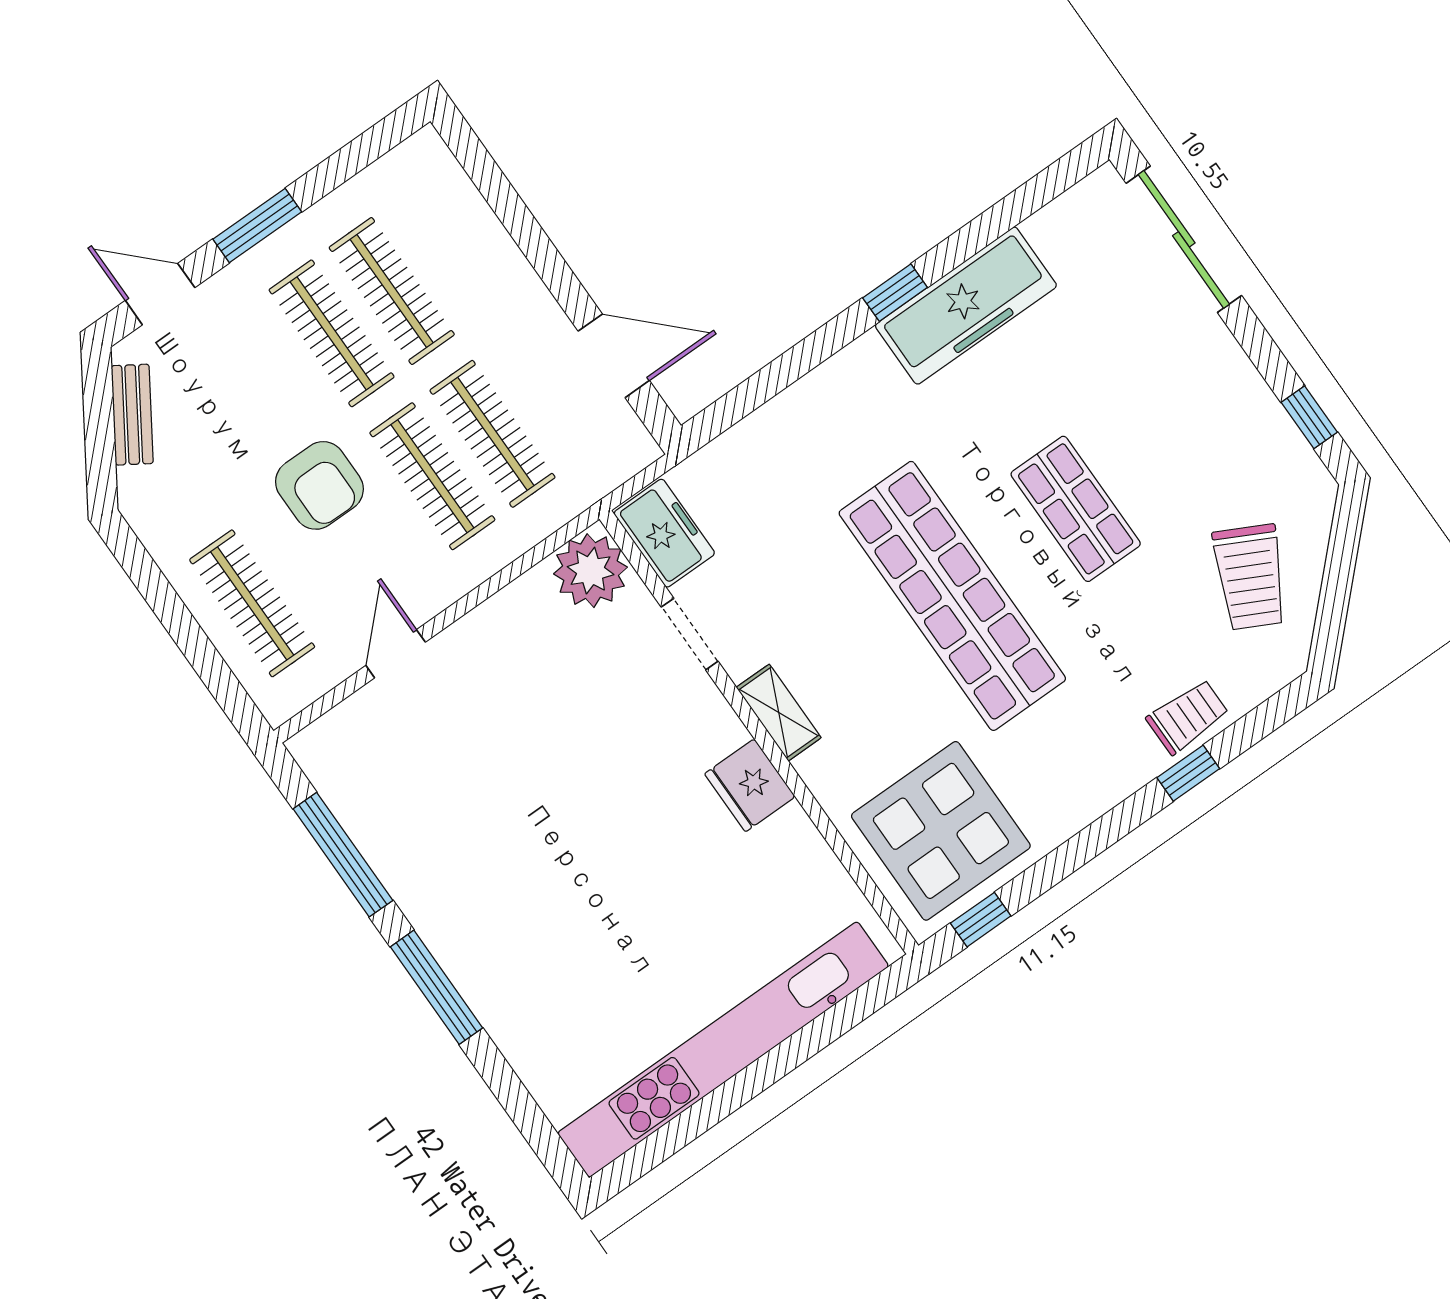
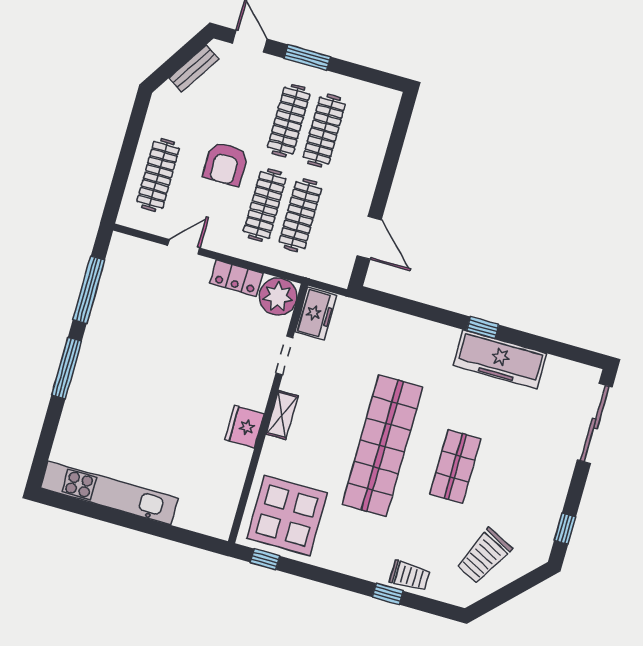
locker: (510, 612) -> (236, 278), added
kitchen unit: (723, 1050) -> (109, 493), width x0.73

